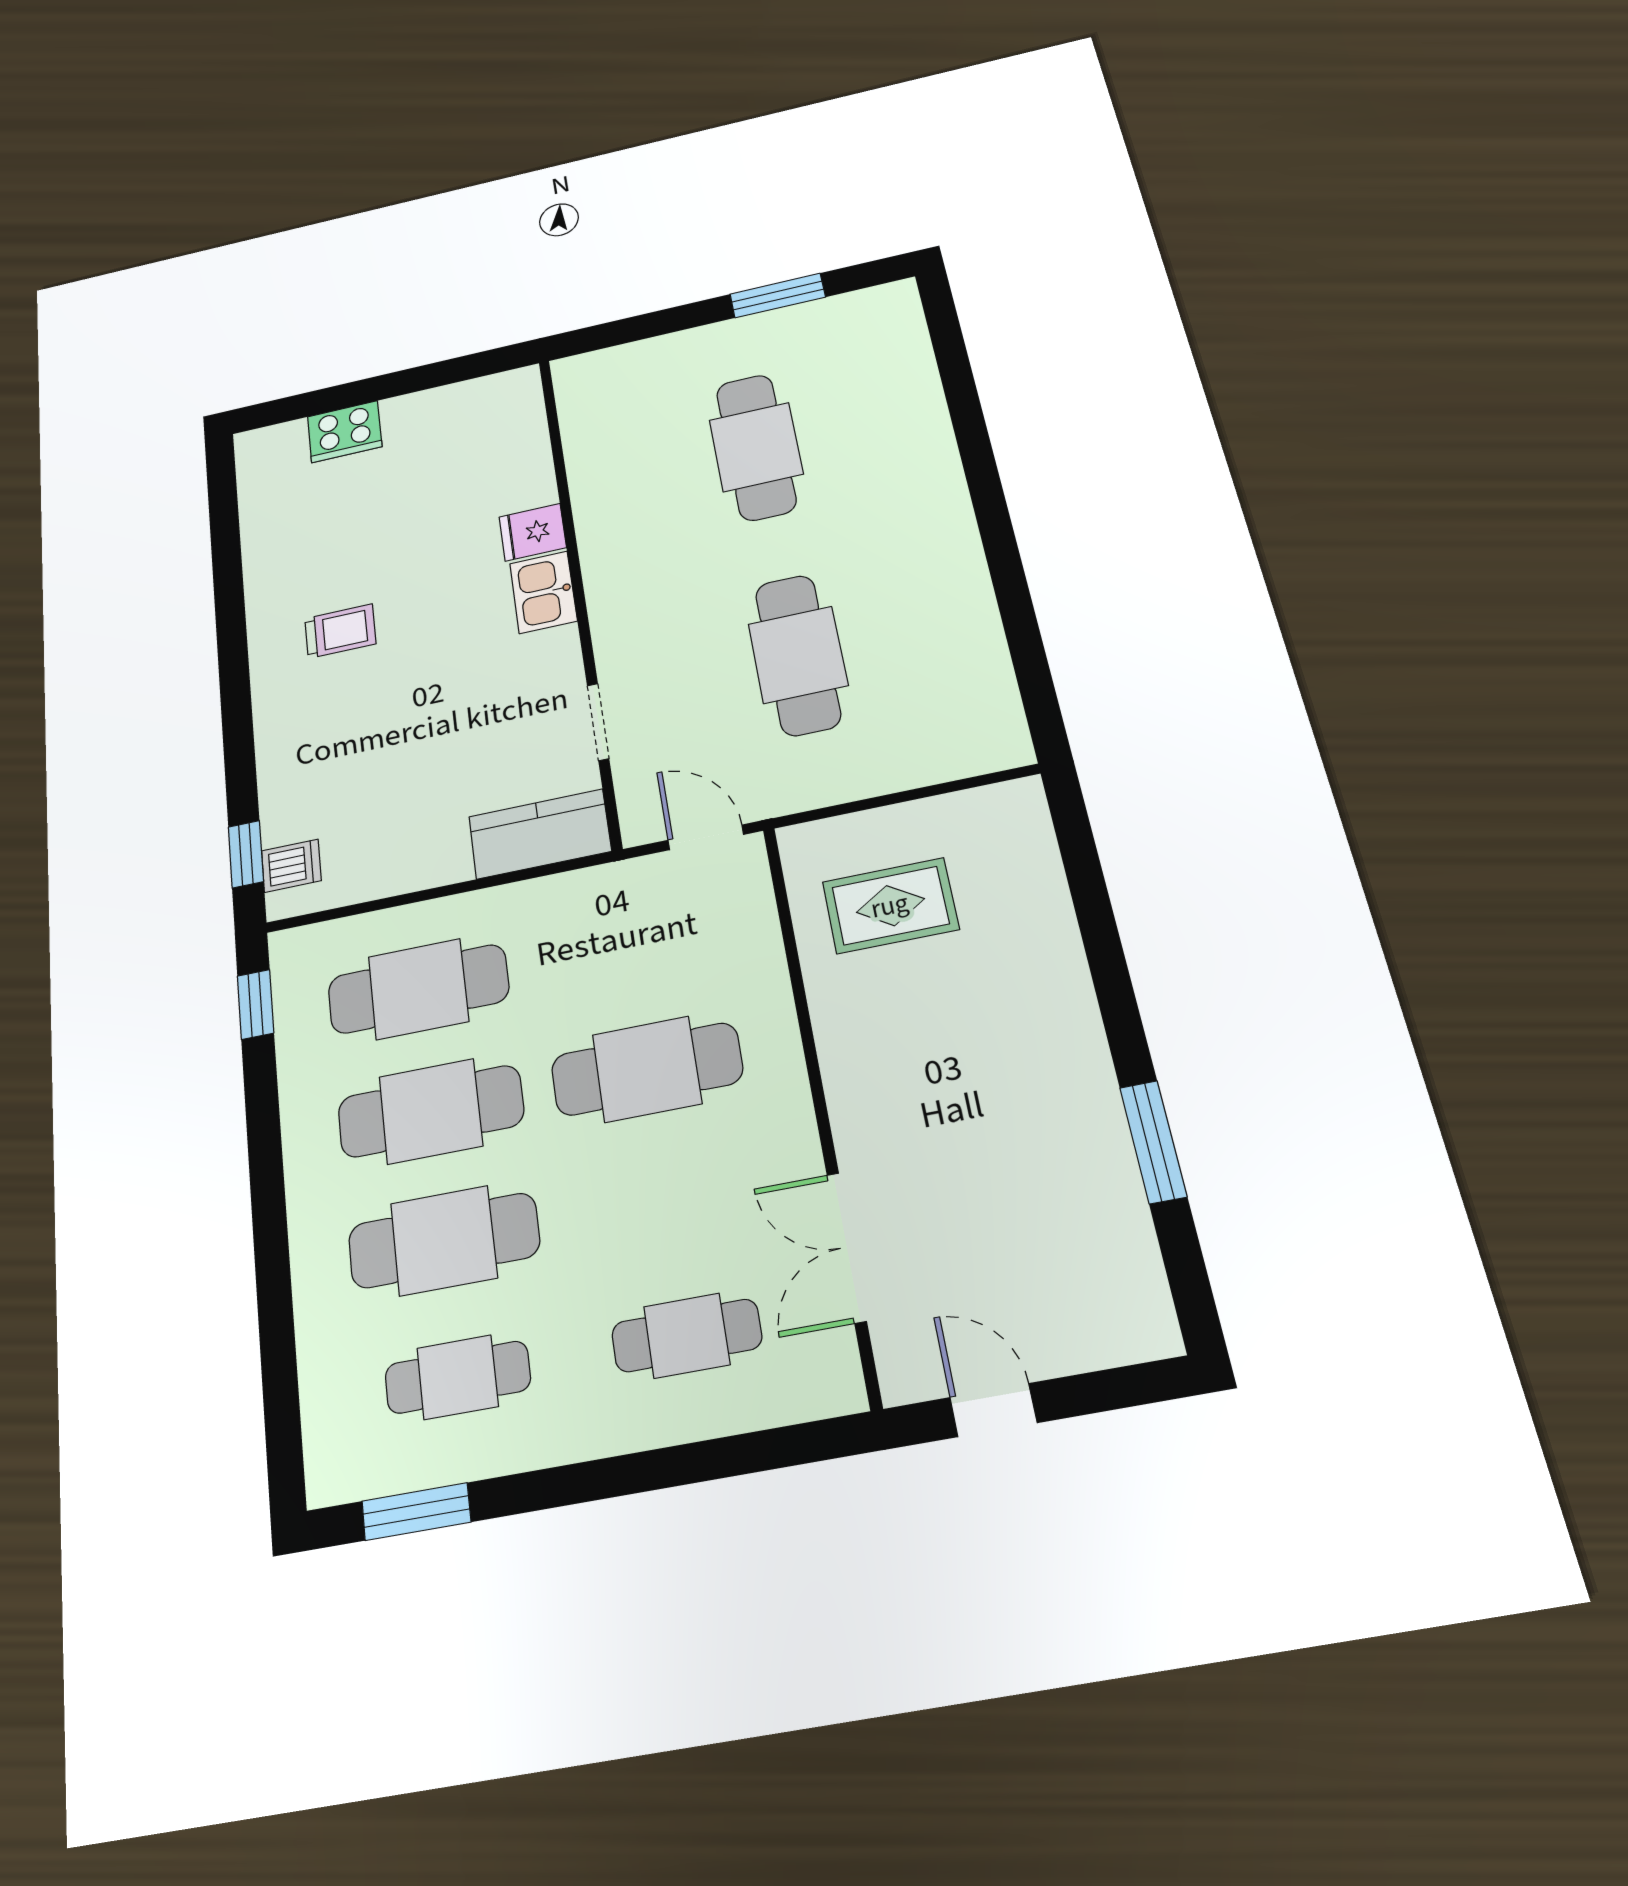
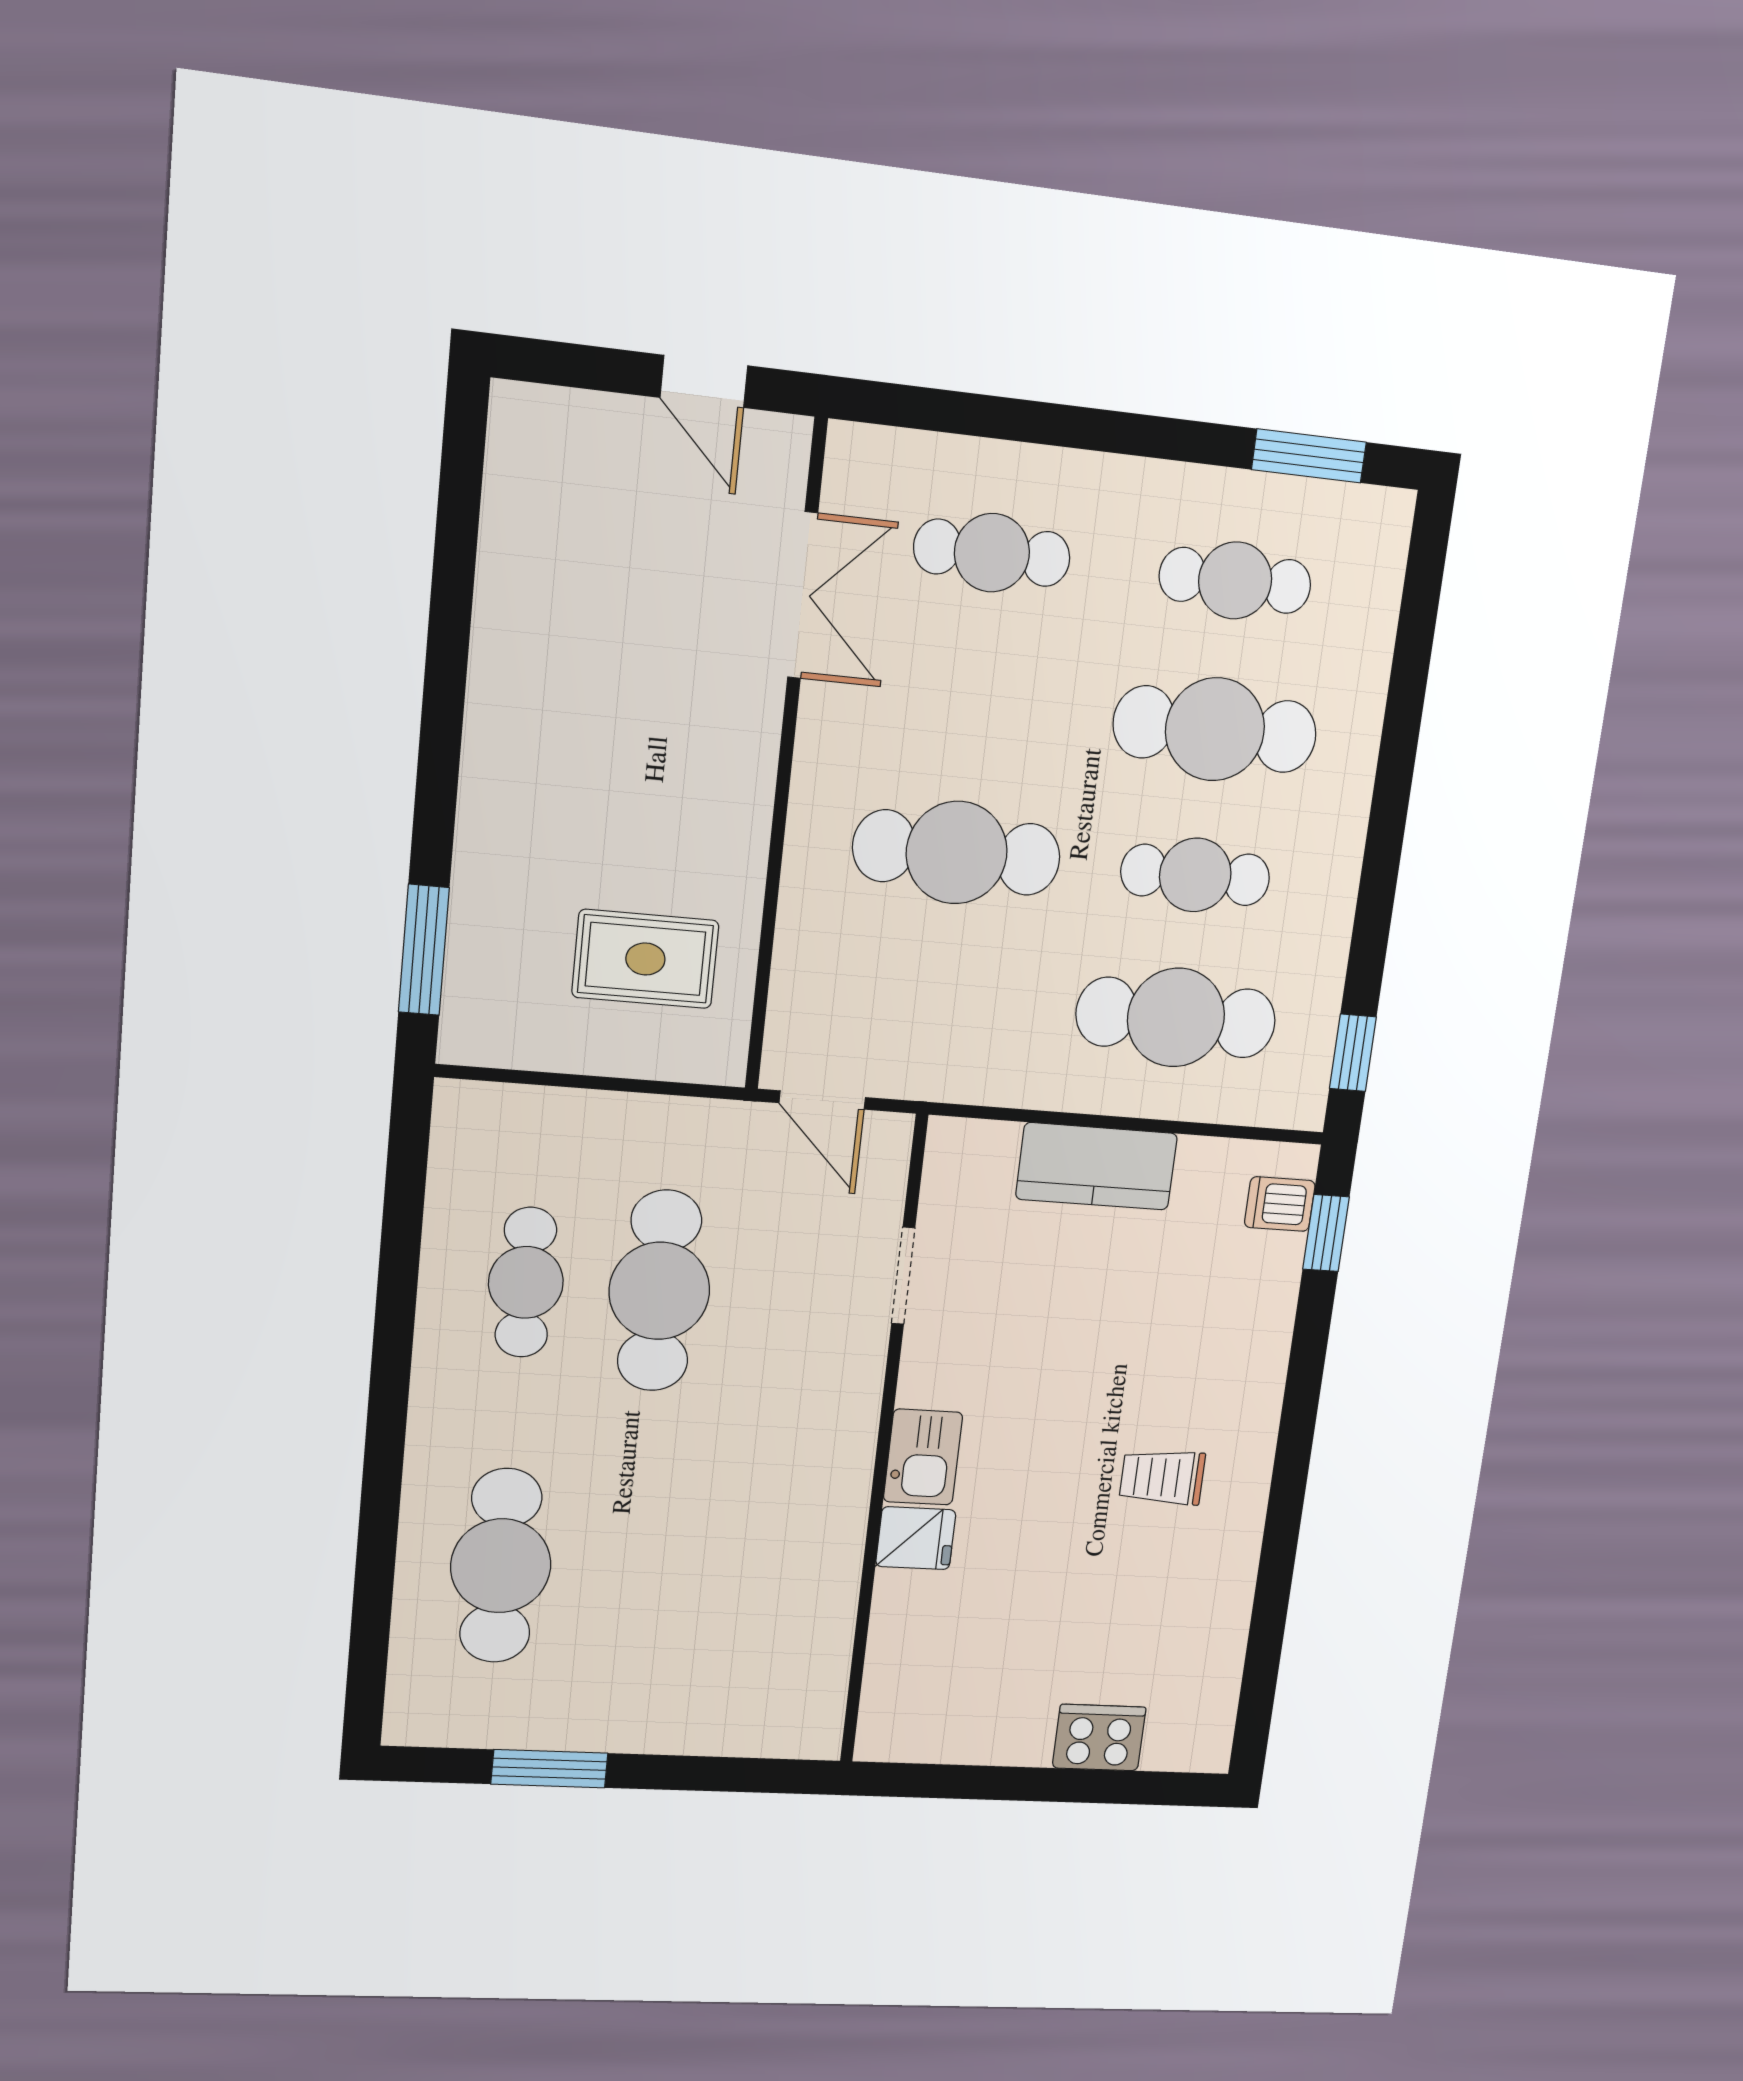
cafe table: (756, 447) -> (501, 1566), moved
cafe table: (910, 631) -> (526, 1282), added
kitchen counter: (540, 834) -> (1097, 1166), moved
cafe table: (431, 1111) -> (1195, 875), width x0.73, depth x0.74
window: (1153, 1142) -> (424, 950), moved

